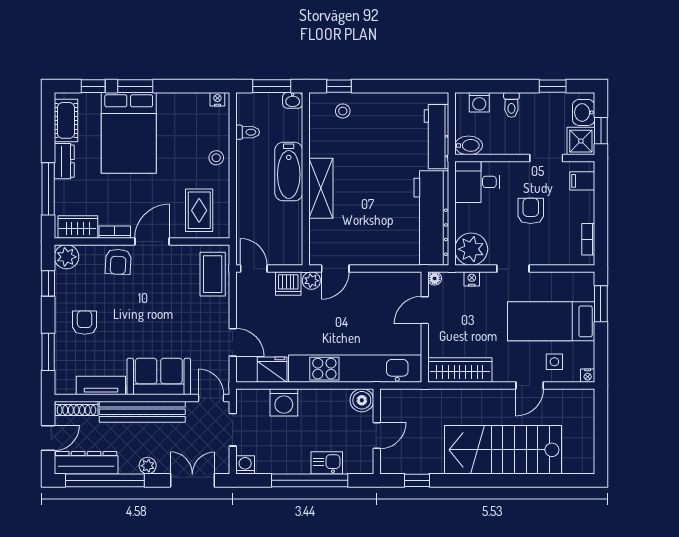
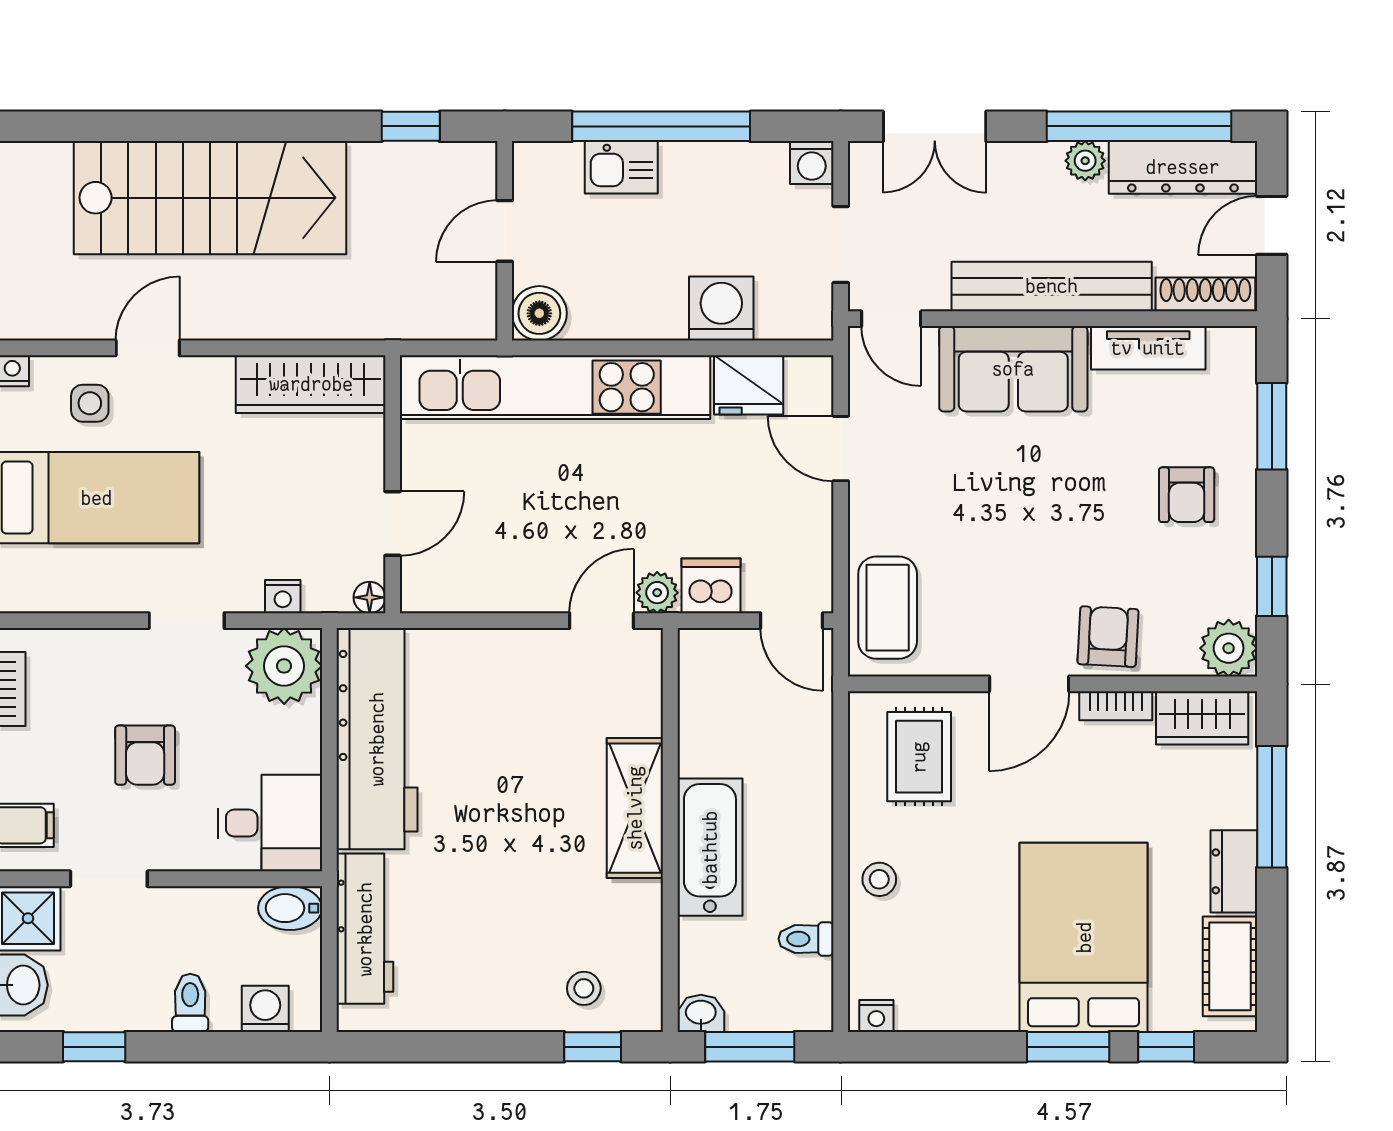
plant: (148, 466) -> (1085, 161), moved

